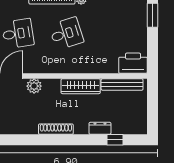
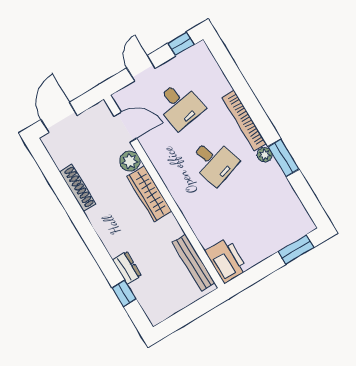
wardrobe: (81, 86) -> (149, 194), moved
shoe rack: (56, 129) -> (77, 188), moved

